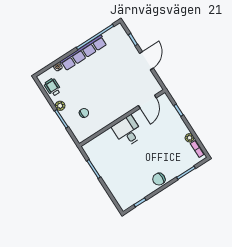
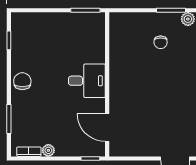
door: (147, 102) -> (107, 128), moved
wall: (122, 118) -> (107, 84), moved
desk: (128, 131) -> (87, 81), moved

